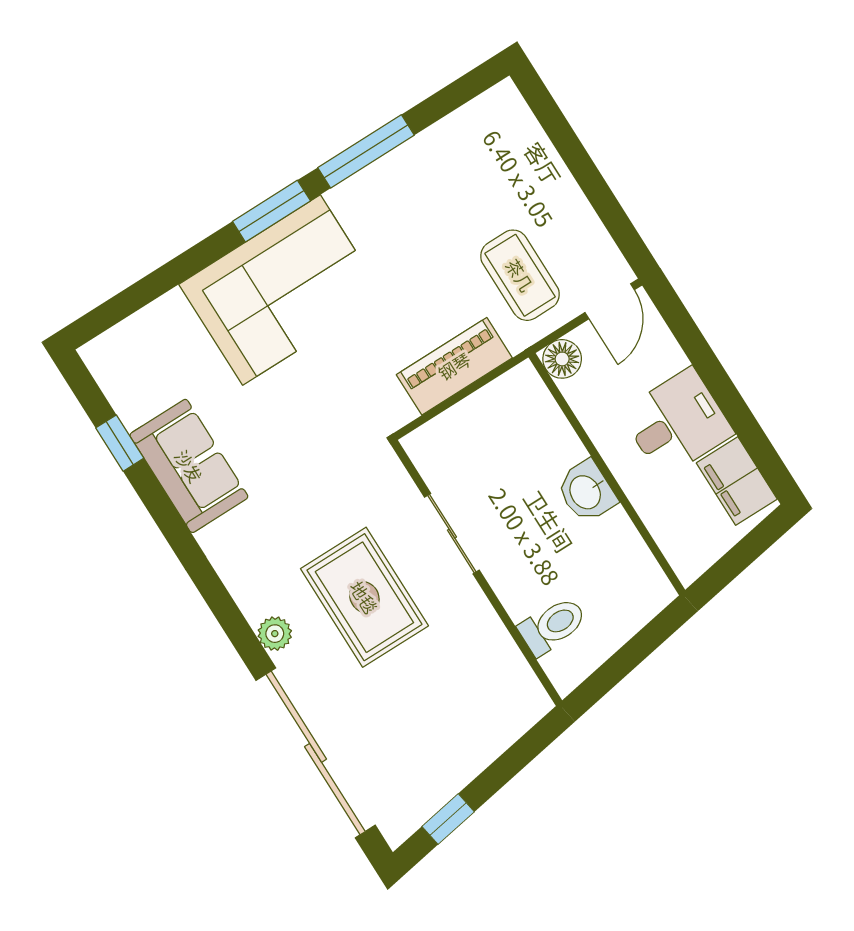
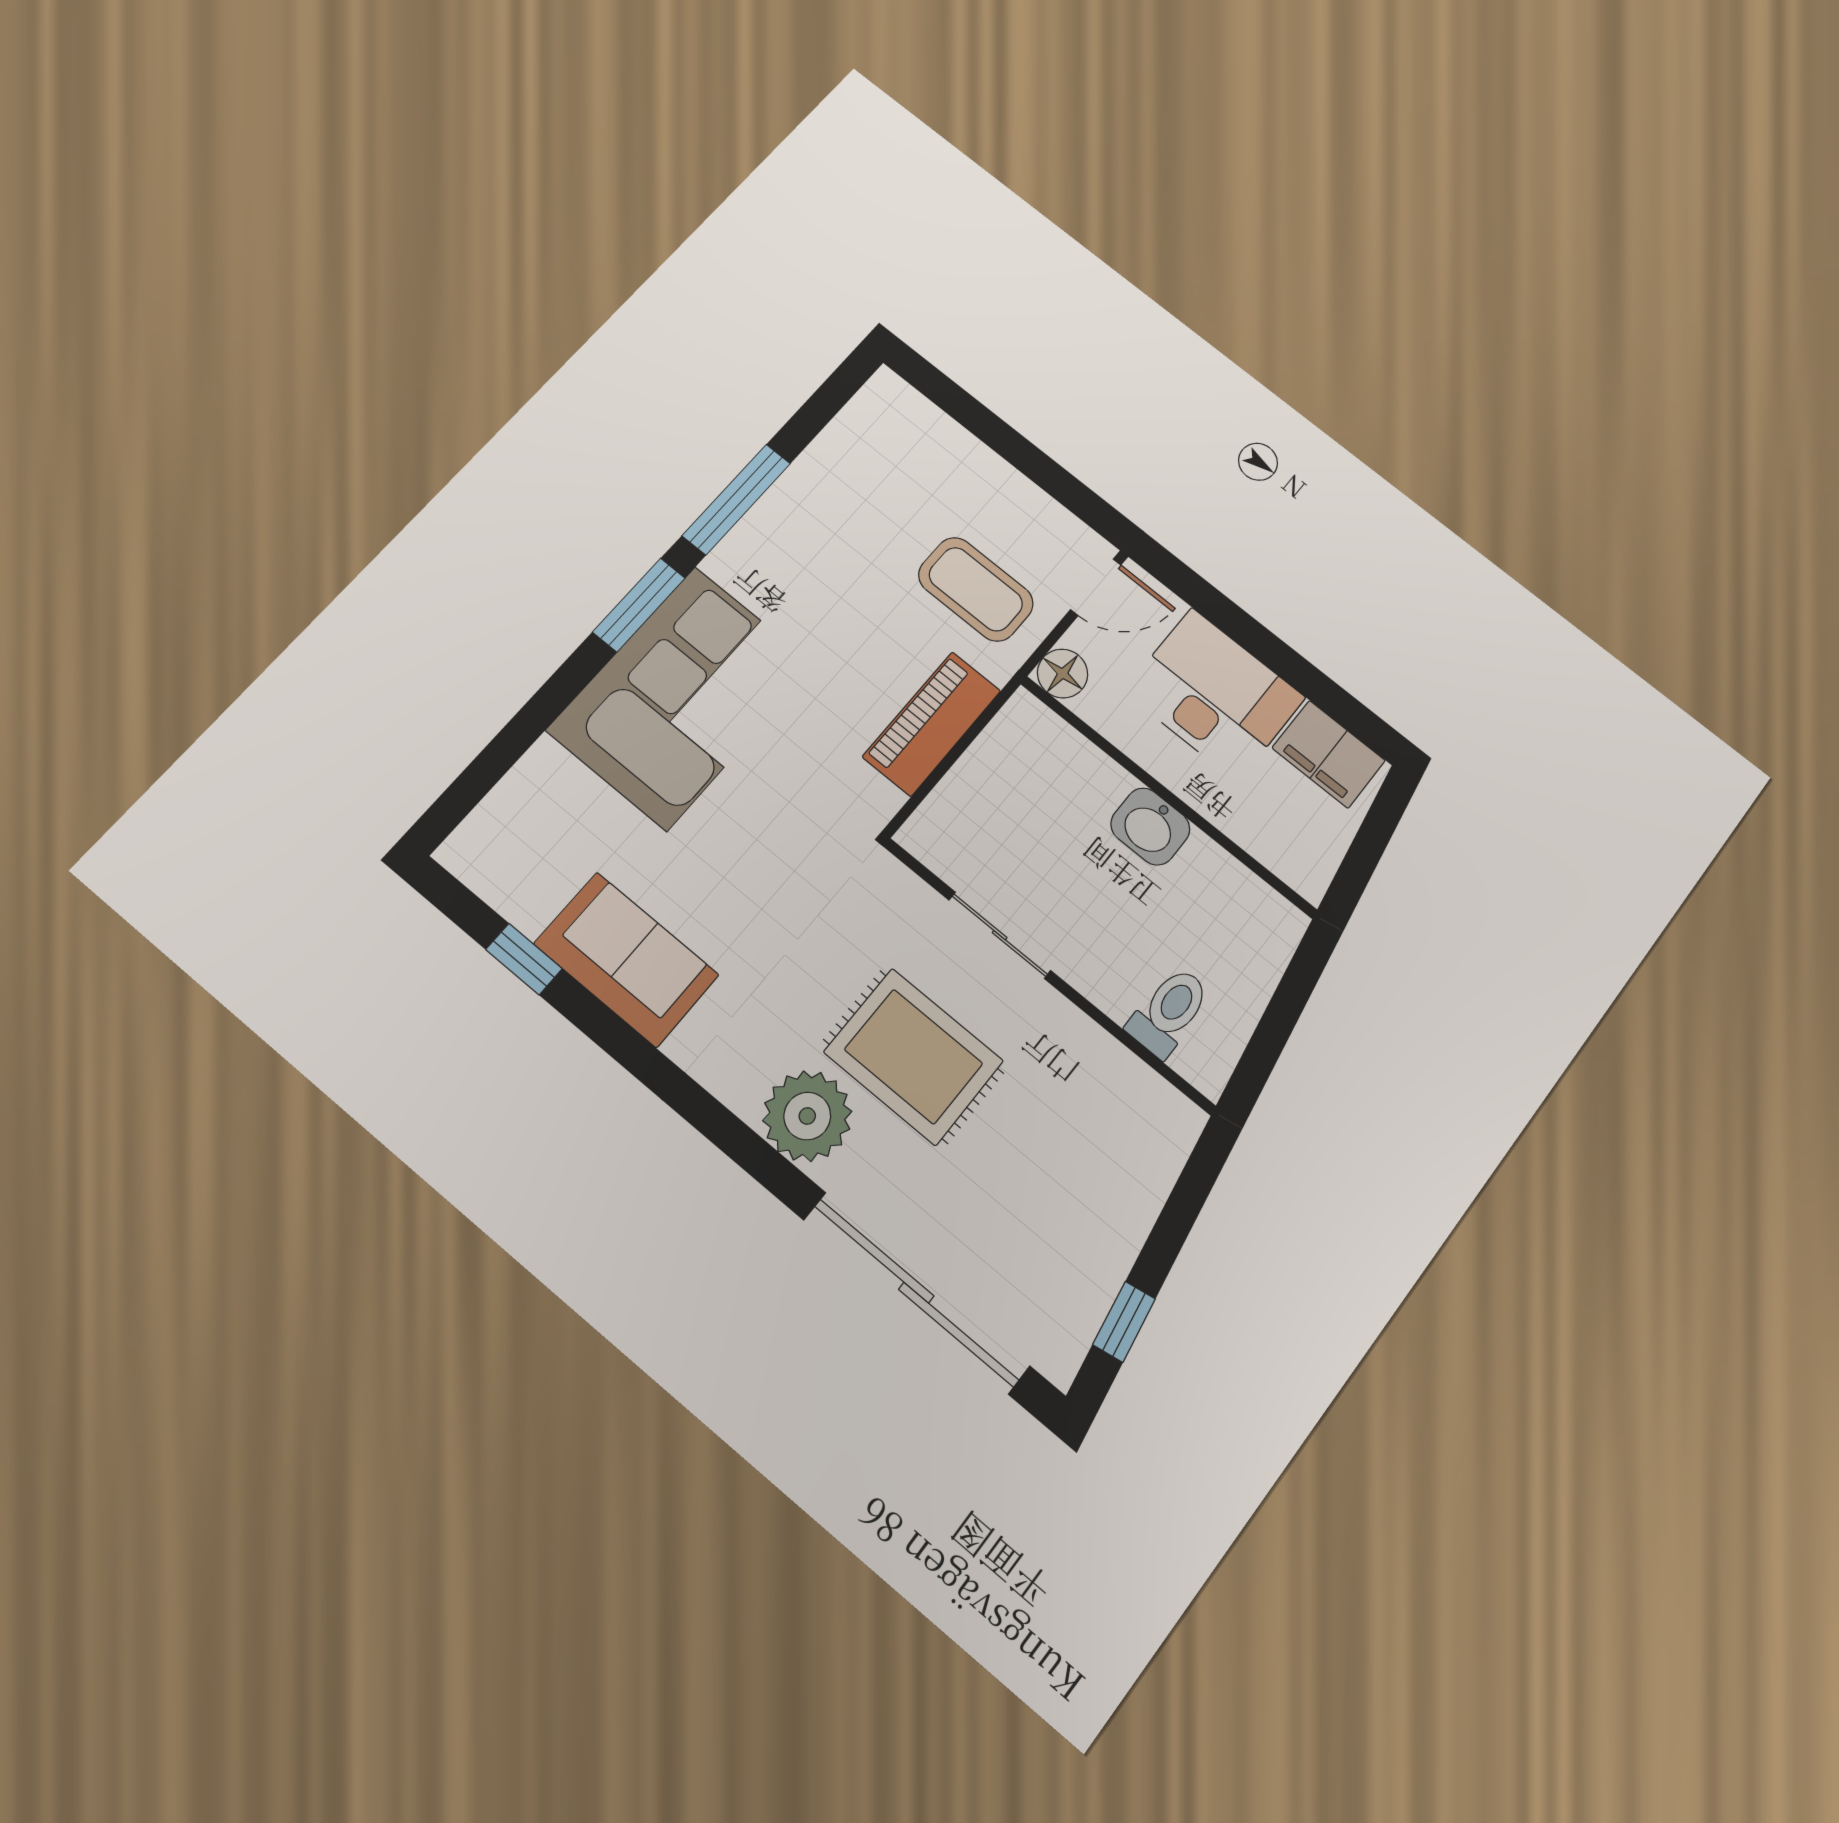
door: (610, 301) -> (1096, 587), hinge flipped
desk: (677, 423) -> (1215, 694), width x1.37
plant: (275, 634) -> (807, 1116), width x1.88, depth x1.88

